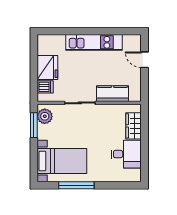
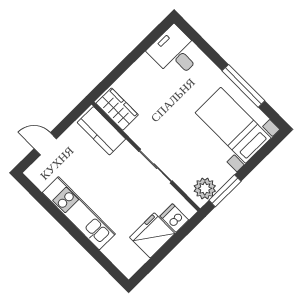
door: (144, 60) -> (45, 144), swing flipped
kitchen counter: (112, 94) -> (101, 131), moved
wardrobe: (134, 126) -> (117, 109), moved, turned -90
desk: (126, 154) -> (175, 52), moved

